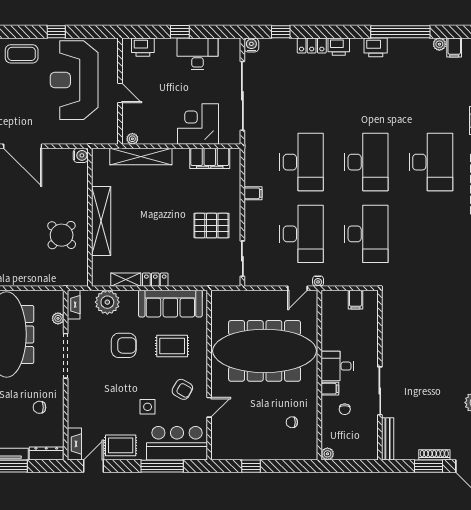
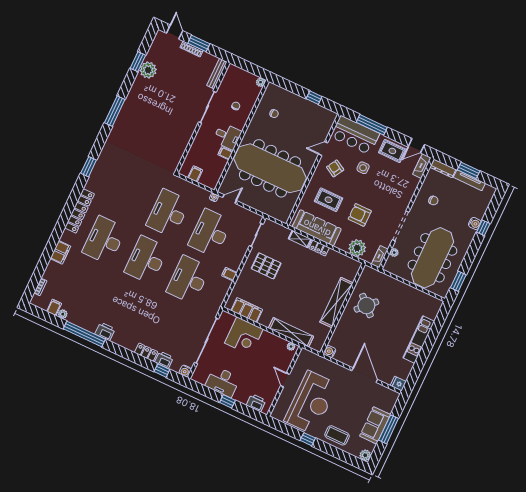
printer: (339, 47) -> (164, 360), moved
shelving: (126, 280) -> (300, 239), moved
filing cabinet: (330, 389) -> (225, 153), moved

